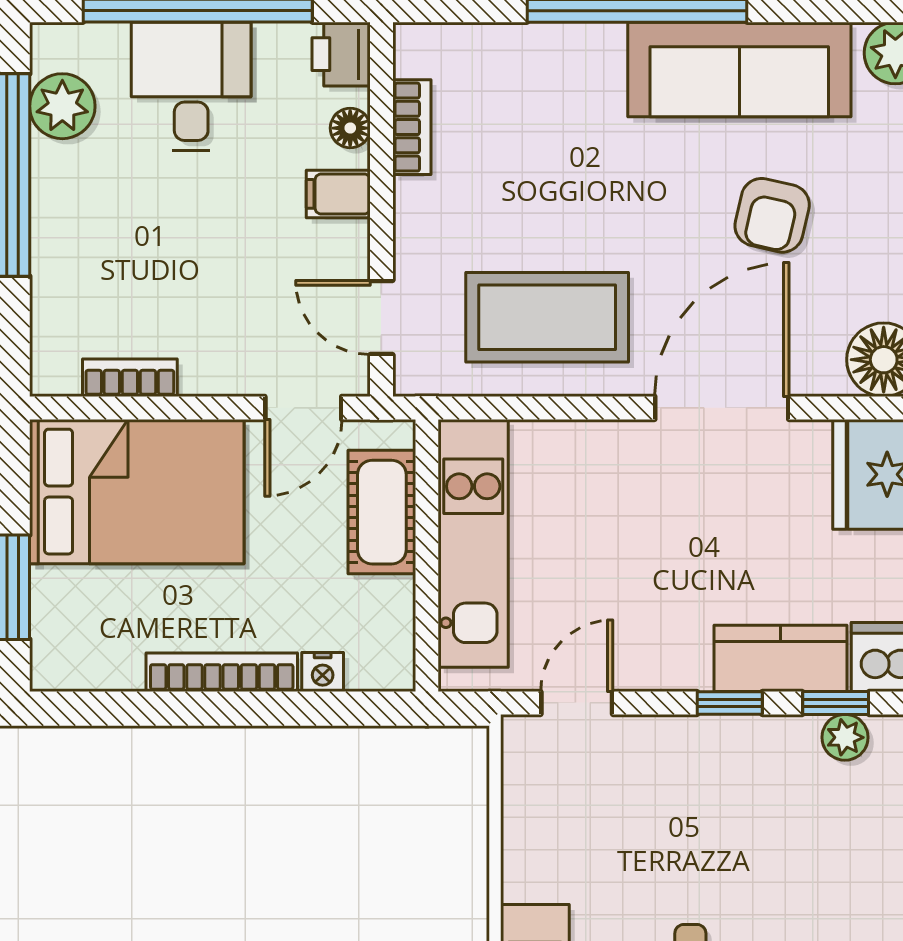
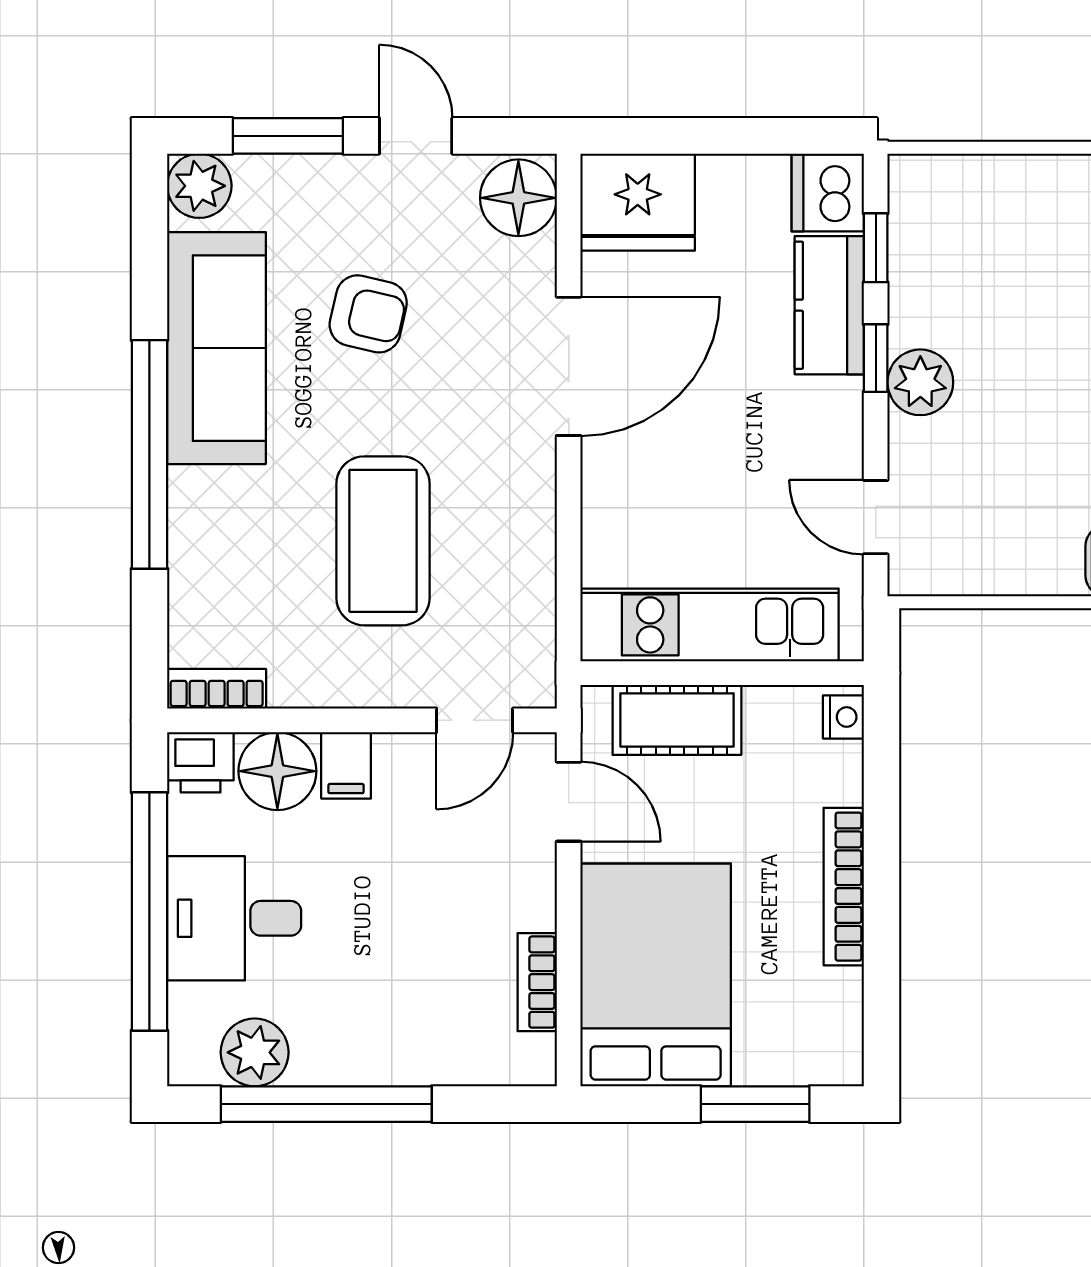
bookcase: (412, 127) -> (217, 689), moved
floor lamp: (350, 128) -> (277, 771), width x1.89, depth x1.89
coffee table: (547, 317) -> (383, 541), moved
door: (722, 408) -> (569, 366), swing flipped
nightstand: (323, 672) -> (843, 717), moved
plant: (845, 737) -> (920, 382), moved, width x1.38, depth x1.38

